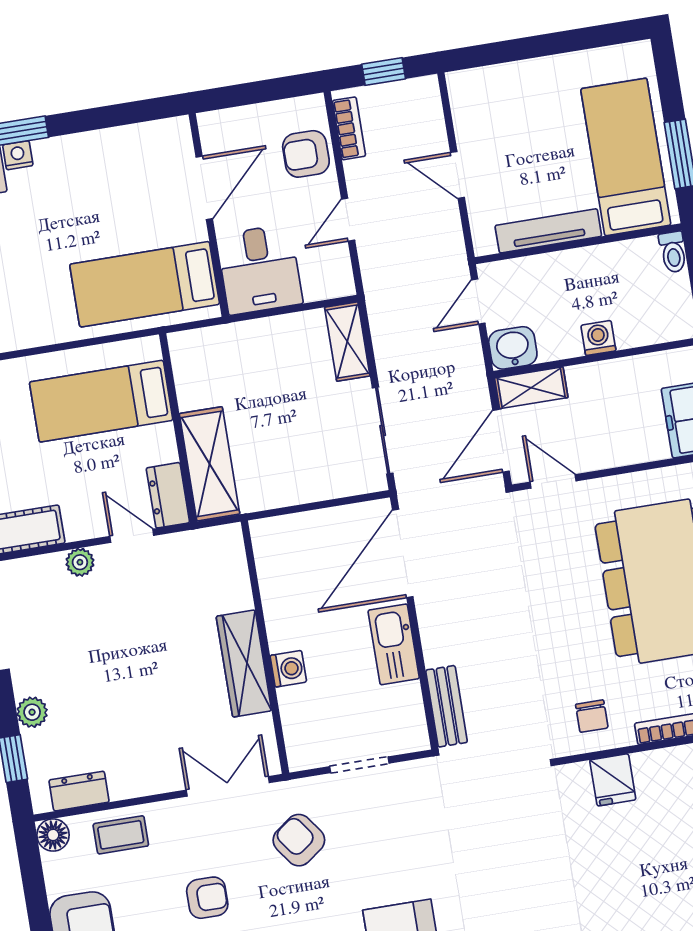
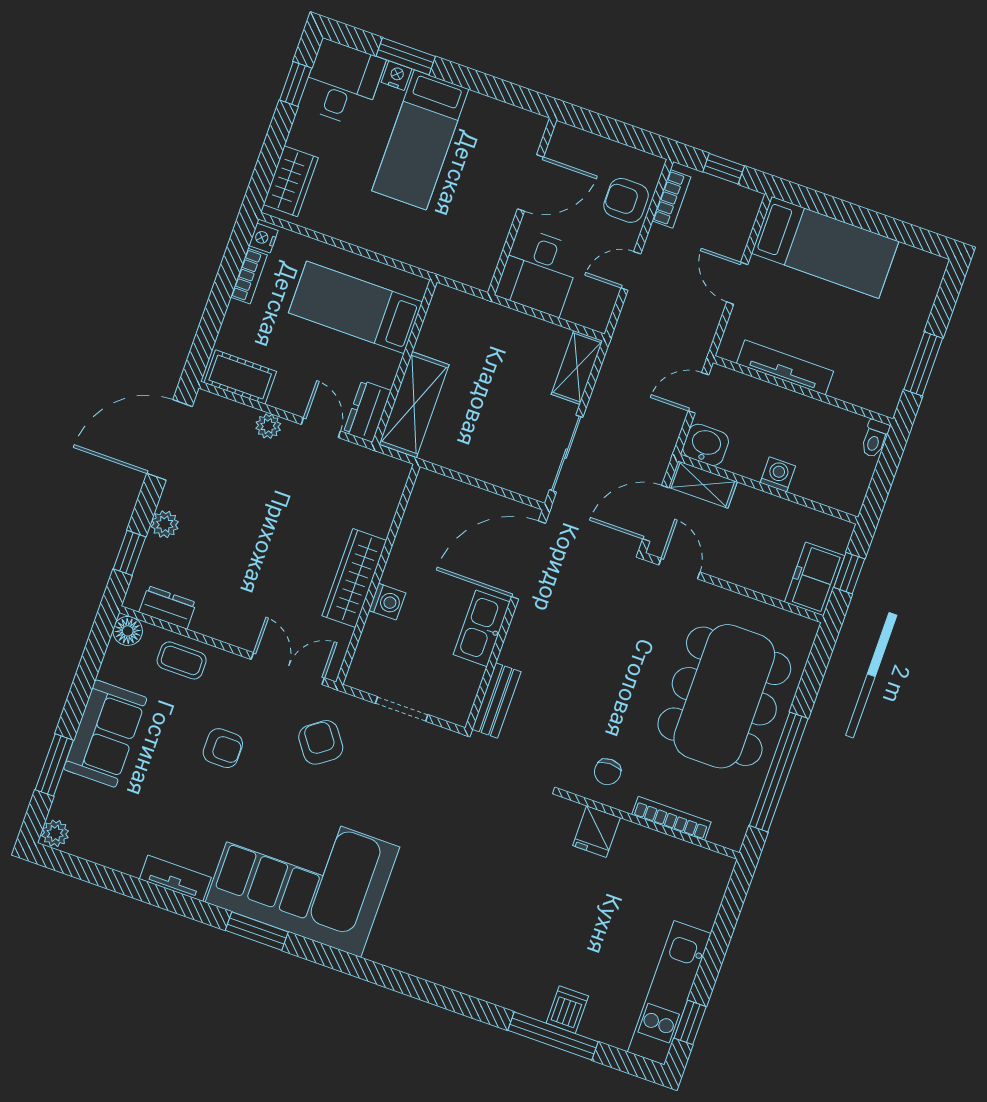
bed: (626, 157) -> (825, 247), moved, turned 90
bed: (145, 284) -> (420, 140), moved, turned -90

